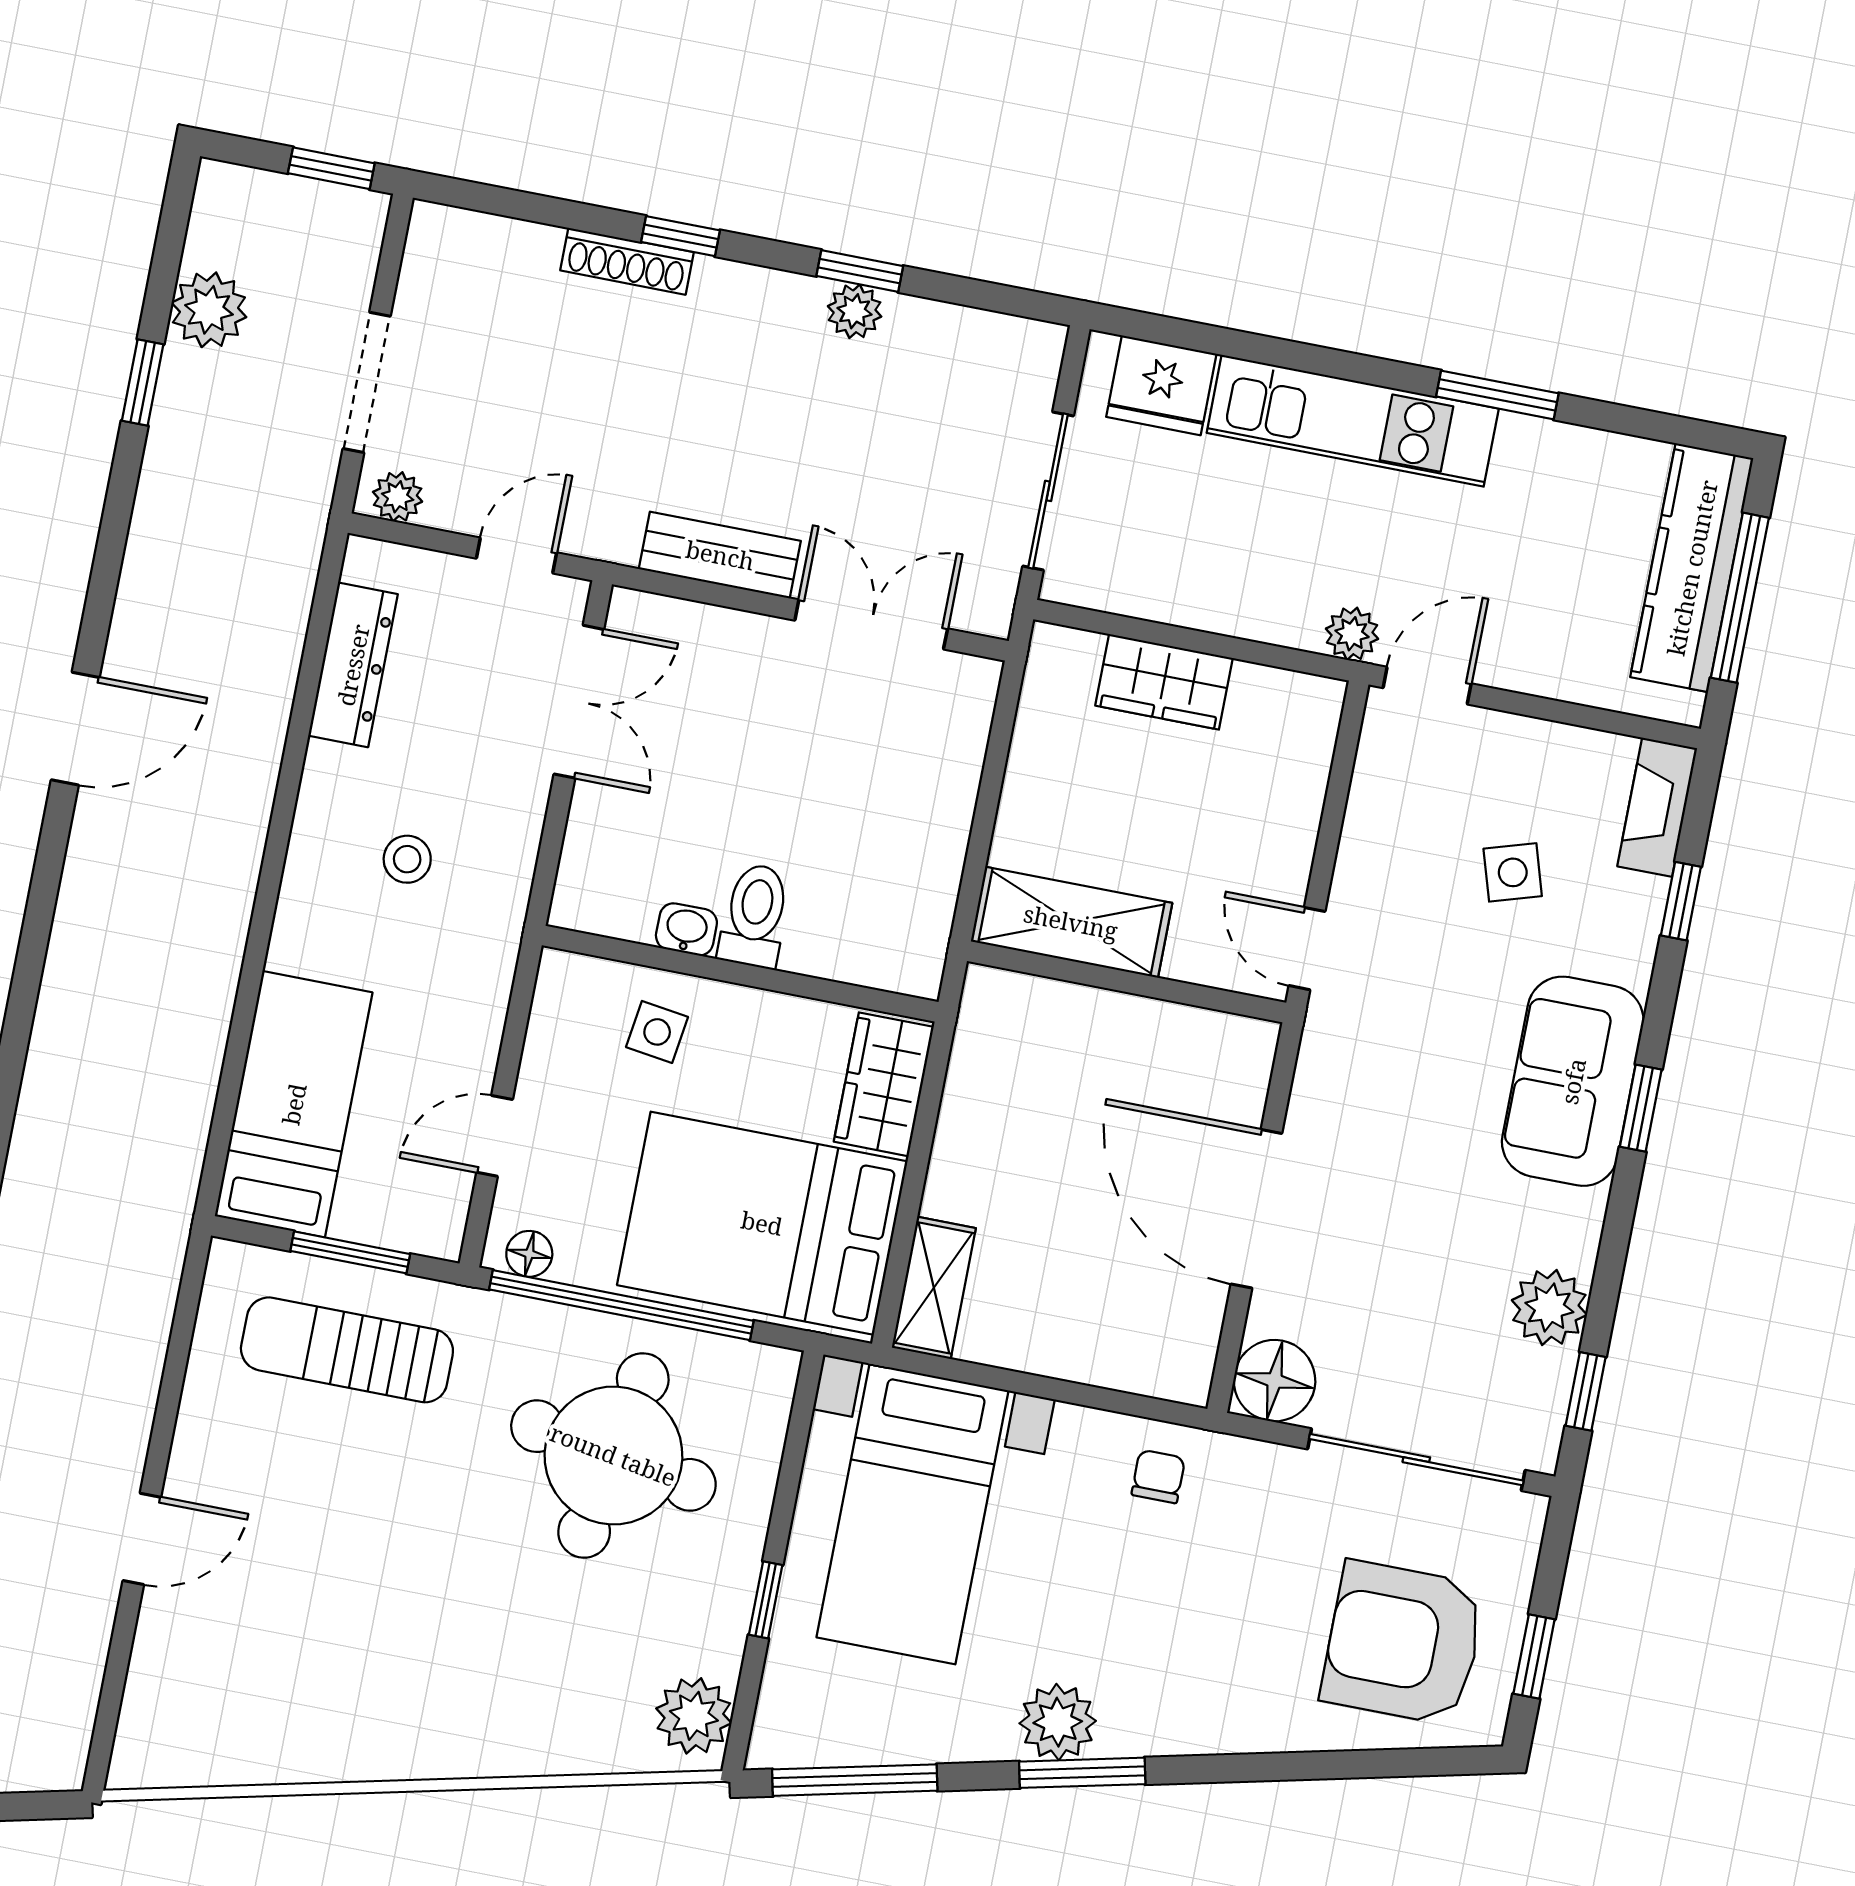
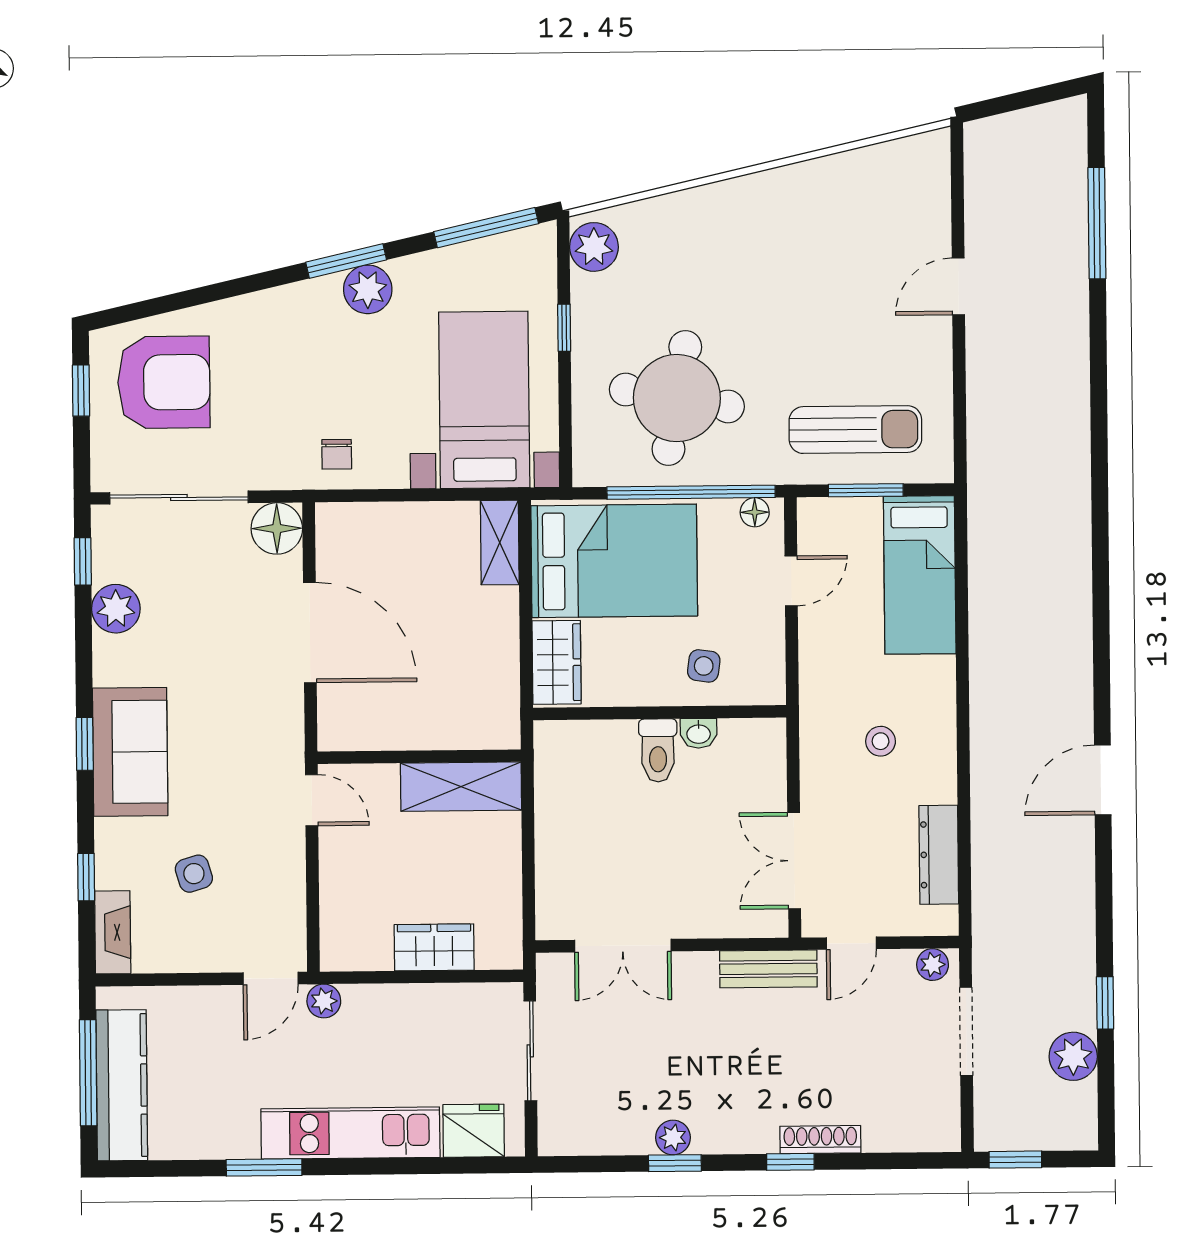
bench: (720, 555) -> (768, 969), moved

